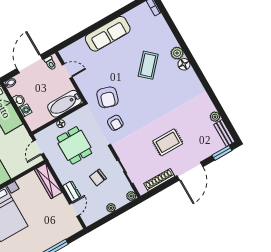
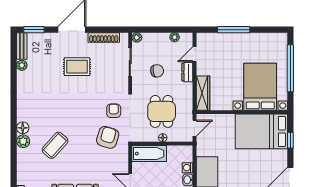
plant: (111, 208) -> (175, 37), moved

